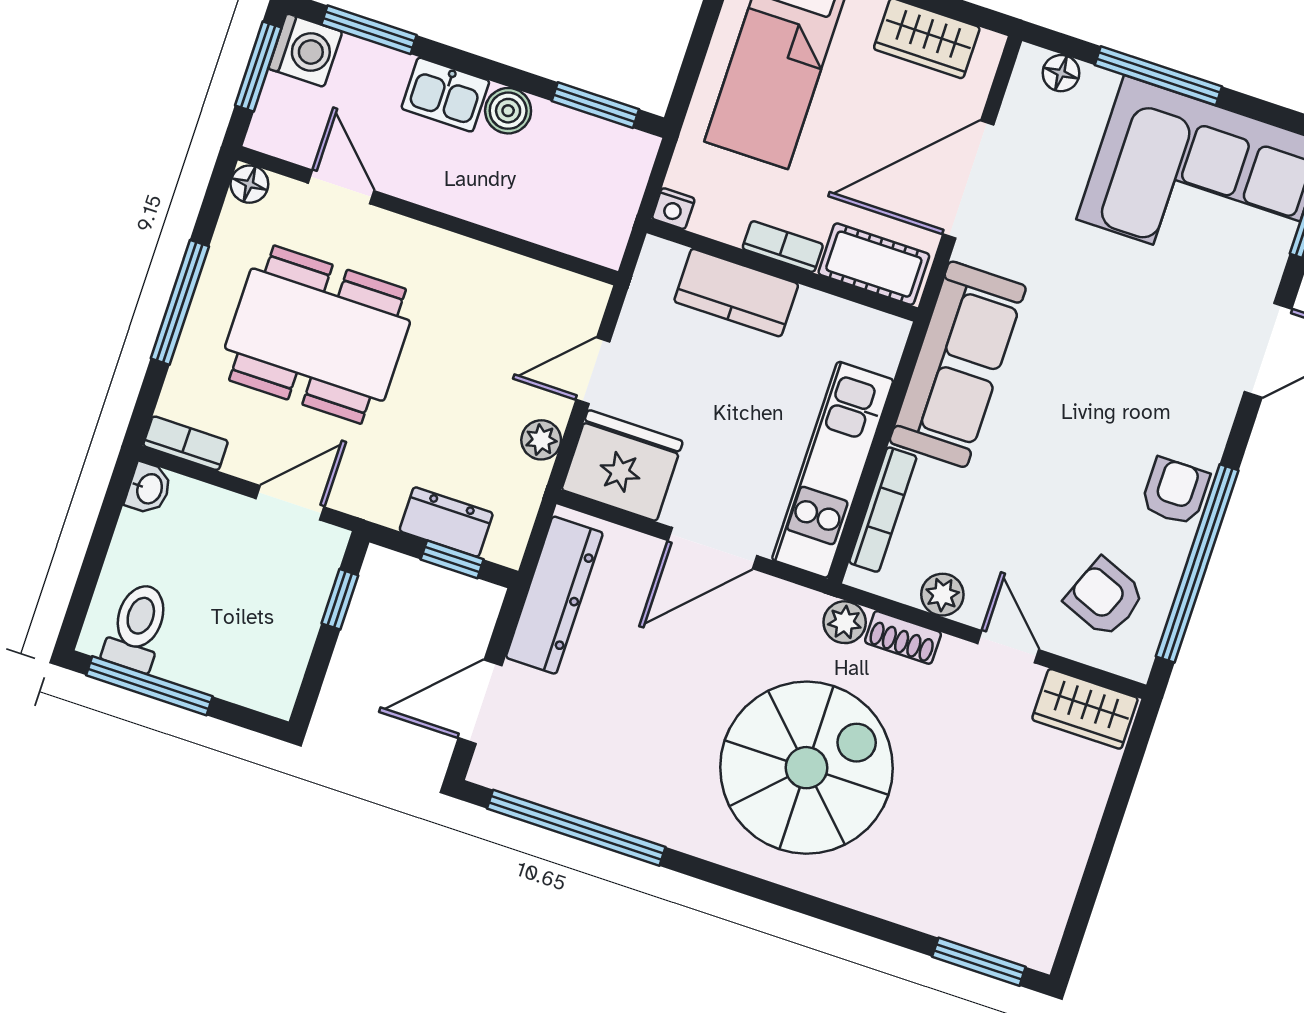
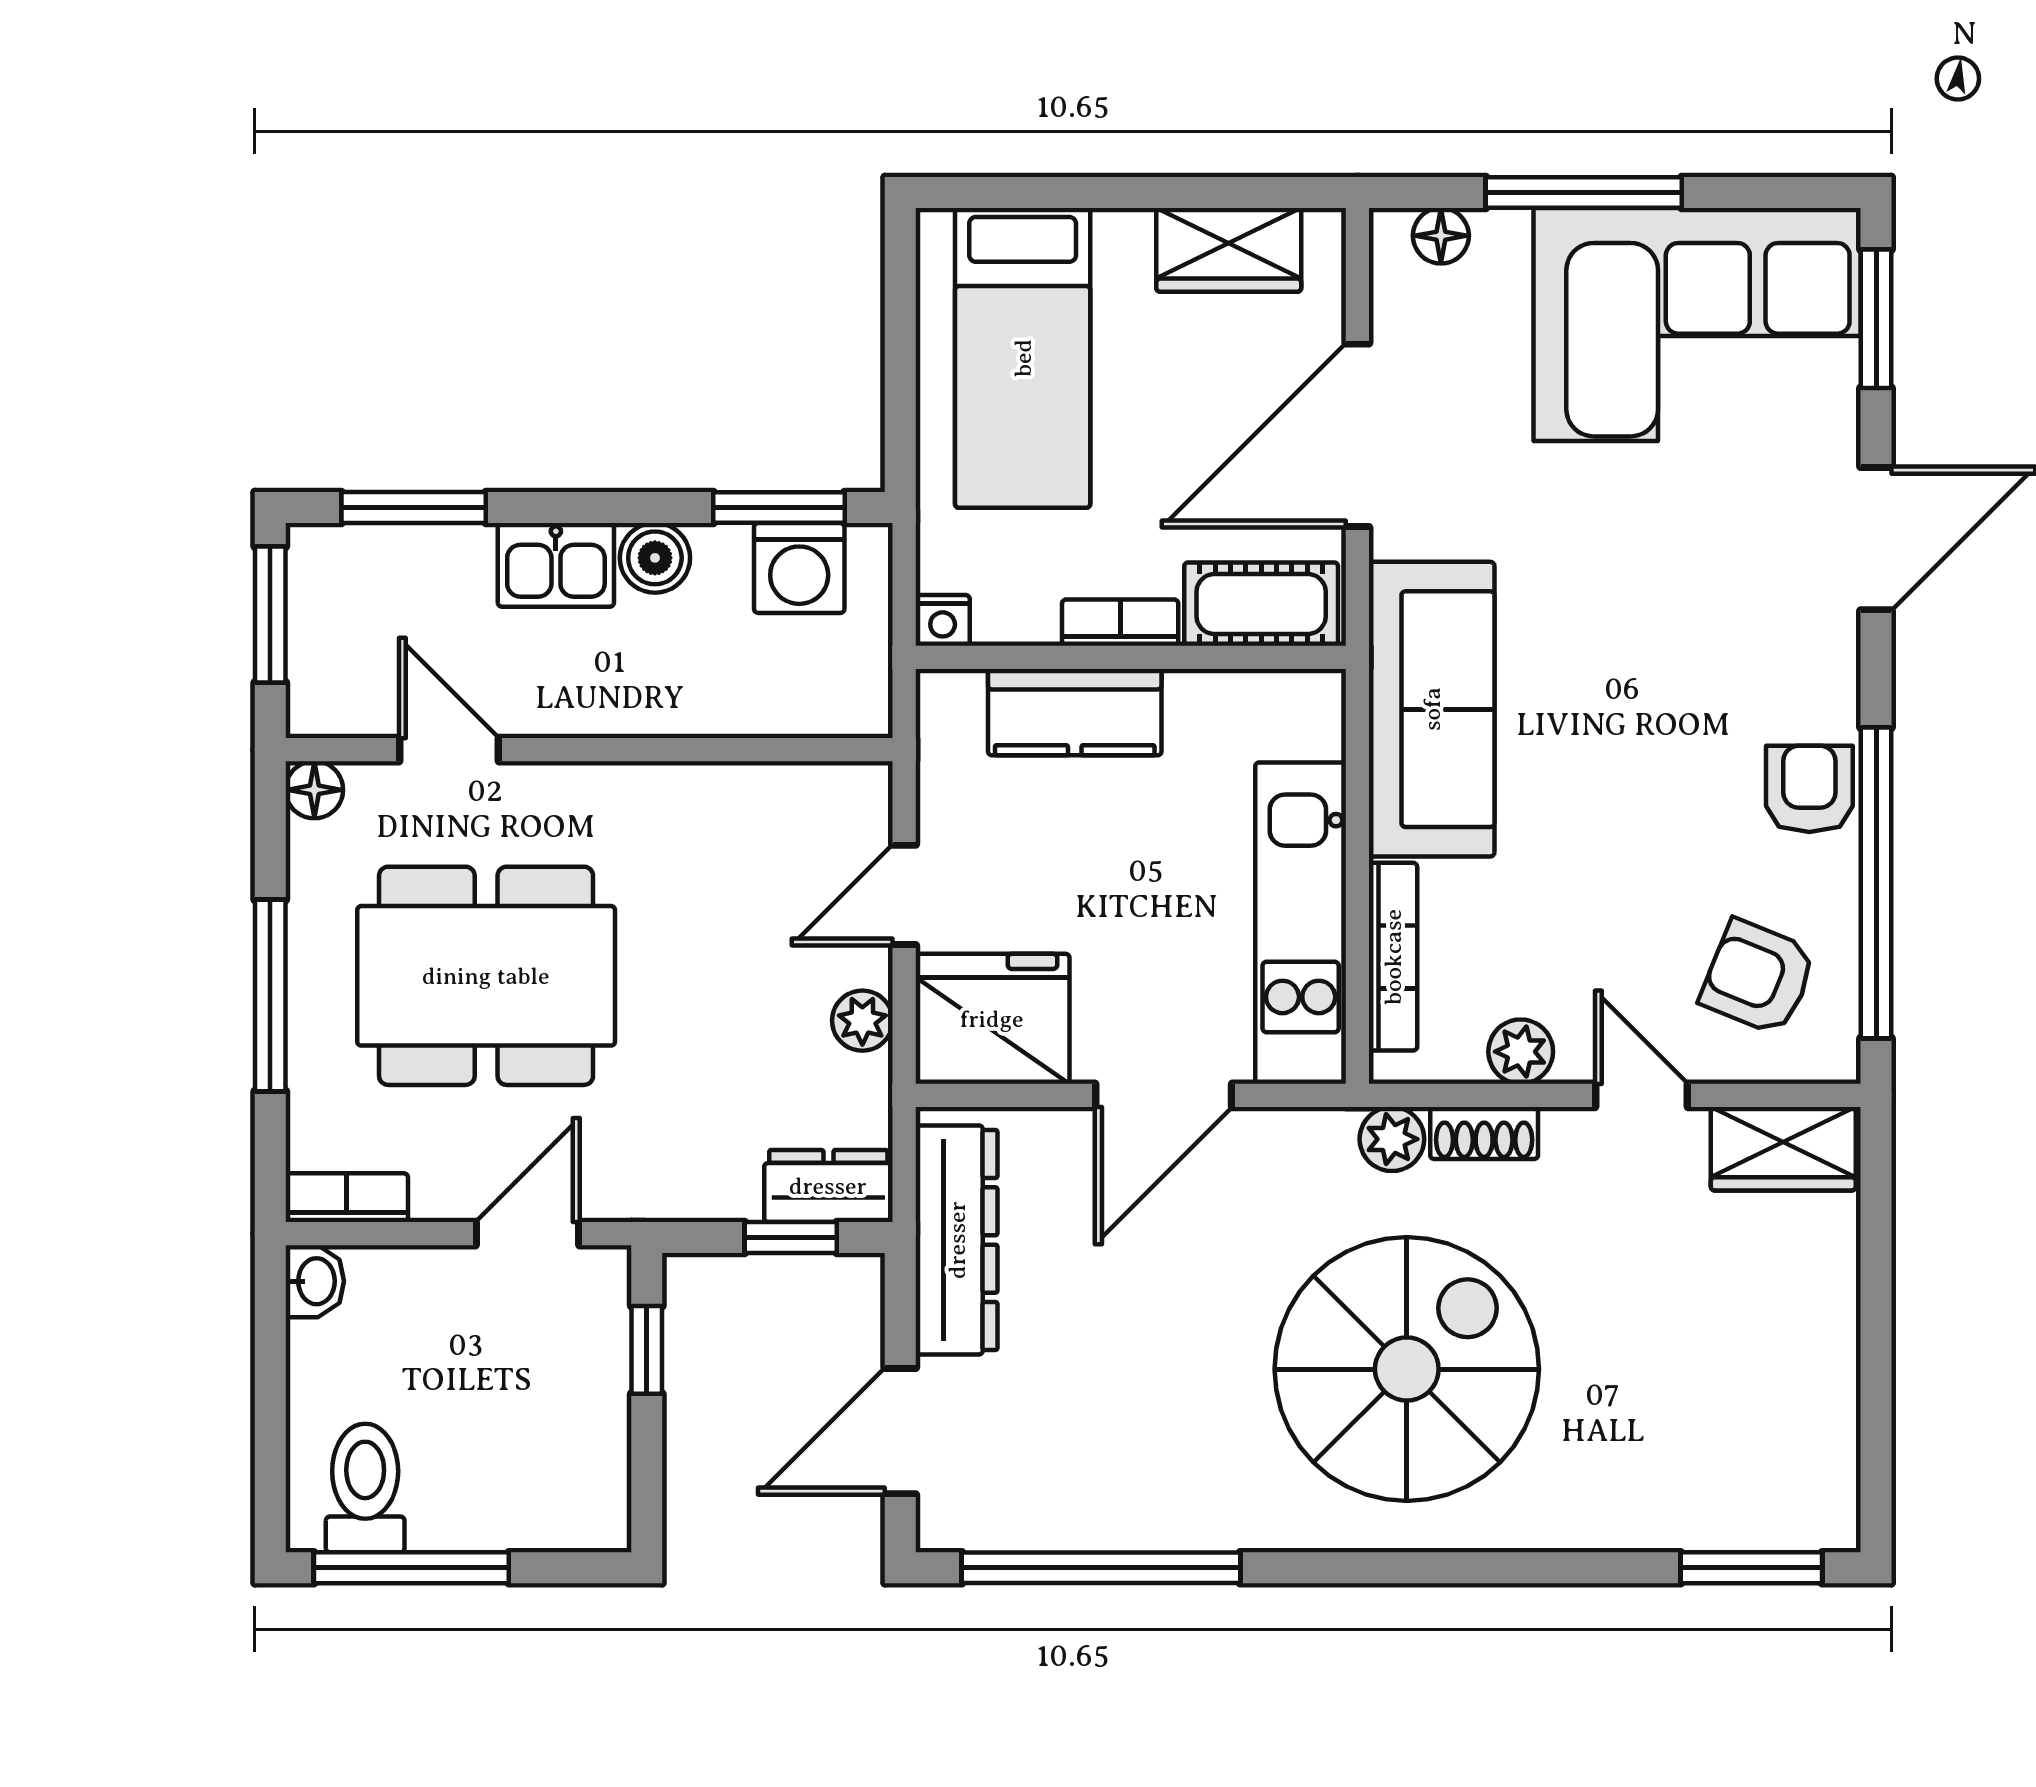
washing machine: (305, 50) -> (799, 568), moved, turned 90
dresser: (446, 522) -> (828, 1186), moved

